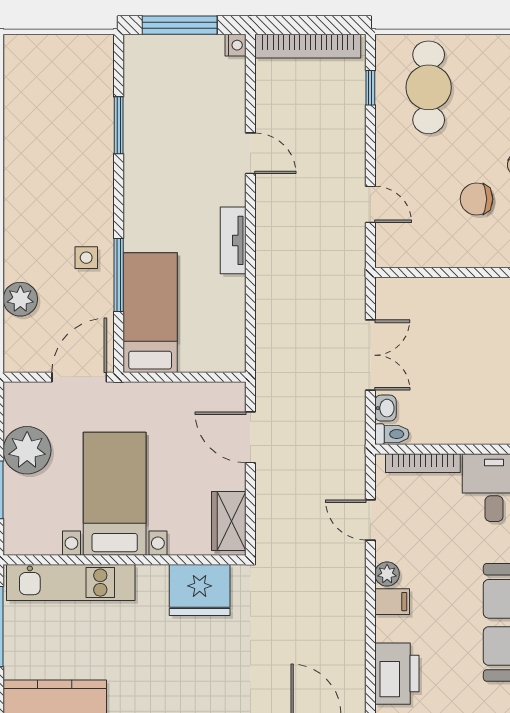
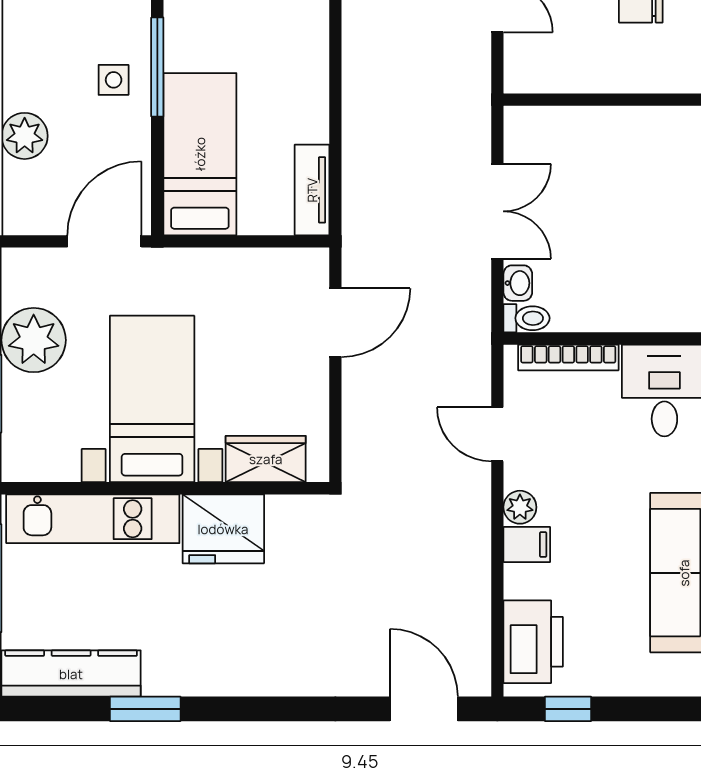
tv unit: (233, 240) -> (312, 190), moved
window: (119, 275) -> (157, 67), moved
door: (250, 437) -> (335, 323), swing flipped
wardrobe: (229, 521) -> (266, 459), moved, turned 90
fridge: (200, 590) -> (223, 529), moved

